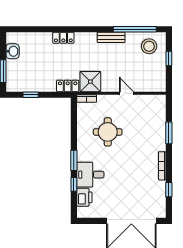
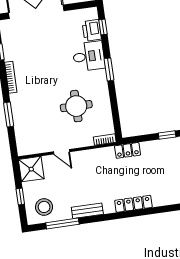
window: (135, 29) -> (62, 224), width x0.68
locker: (63, 38) -> (133, 204), width x1.53
shower: (90, 82) -> (31, 169), moved
window: (74, 184) -> (103, 27), moved

